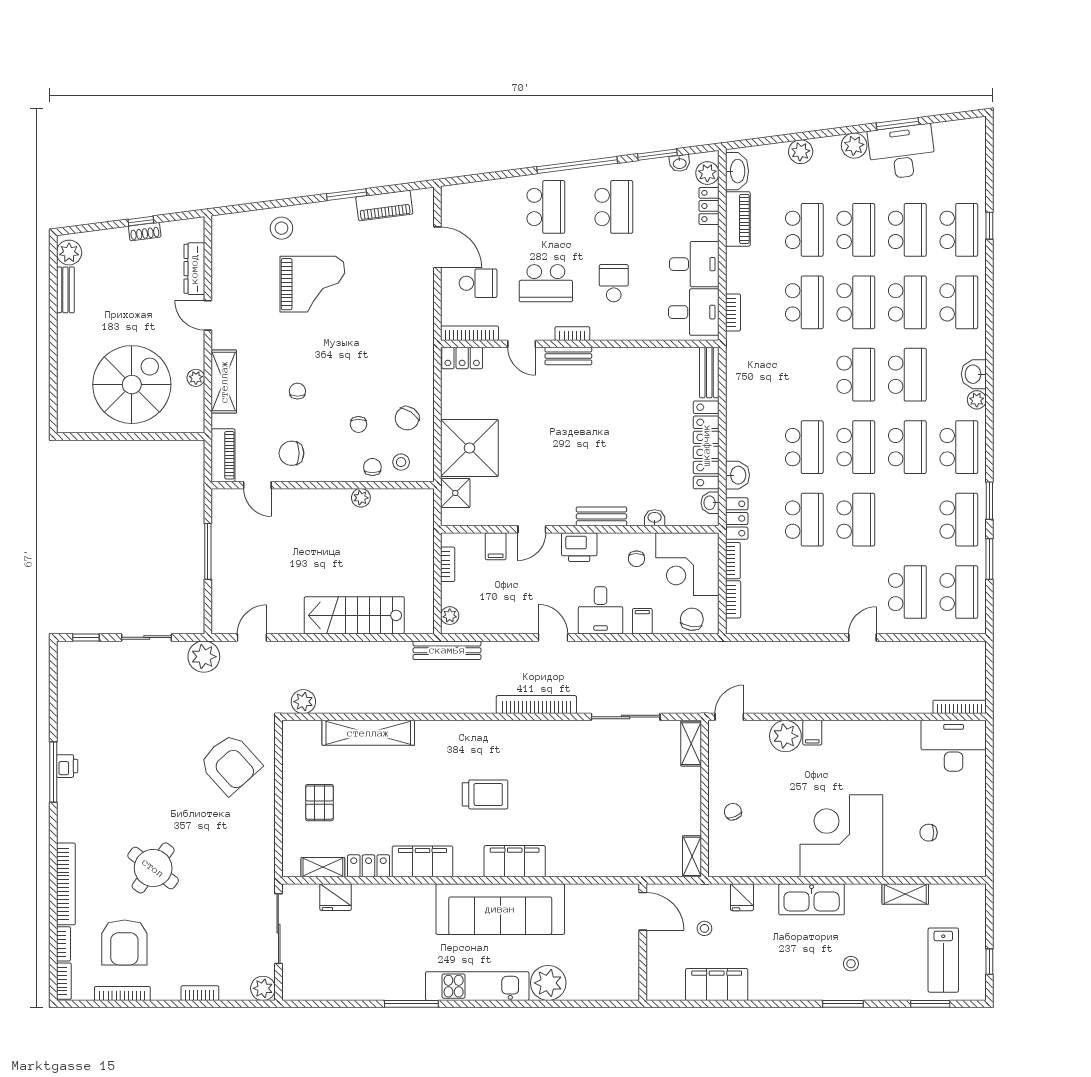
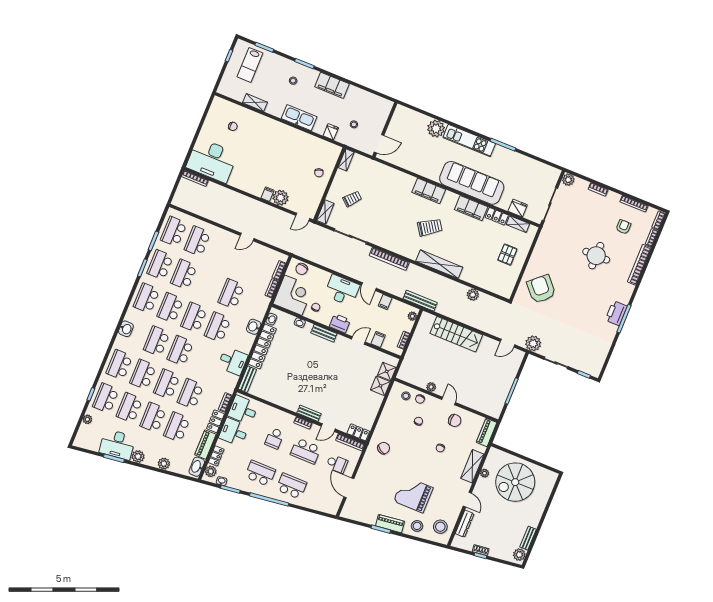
piano: (384, 205) -> (390, 524), moved
school desk: (546, 207) -> (291, 486), turned 90
school desk: (614, 207) -> (260, 473), turned 90
stool: (237, 244) -> (440, 527), added
school desk: (478, 283) -> (337, 464), turned 180
school desk: (546, 283) -> (306, 451), turned 180
door: (522, 344) -> (328, 428), swing flipped
desk: (750, 395) -> (233, 361), added
plant: (977, 400) -> (87, 419), moved
chair: (407, 418) -> (384, 448), moved
shower: (469, 448) -> (380, 386), width x0.54, depth x0.54
door: (257, 485) -> (449, 401), moved
locker: (737, 518) -> (215, 421), moved
school desk: (856, 520) -> (184, 274), moved
desk: (601, 610) -> (342, 290), width x1.37
filing cabinet: (642, 621) -> (385, 302), moved
door: (862, 637) -> (247, 237), moved
plant: (303, 702) -> (473, 295), moved
shelving: (368, 733) -> (439, 264), moved
desk: (954, 746) -> (212, 160), width x1.36, depth x1.30
printer: (67, 766) -> (616, 313), width x1.87, depth x1.48
trolley: (651, 788) -> (352, 199), added
trolley: (485, 794) -> (430, 227), turned 146
corner desk: (841, 836) -> (274, 141), removed
round table: (153, 868) -> (596, 256), turned -37
sofa: (500, 909) -> (472, 183), moved
door: (643, 911) -> (379, 144), swing flipped
armchair: (124, 942) -> (623, 227), width x0.53, depth x0.53
lab bench: (943, 960) -> (250, 65), turned 180
filing cabinet: (717, 985) -> (332, 85), moved

